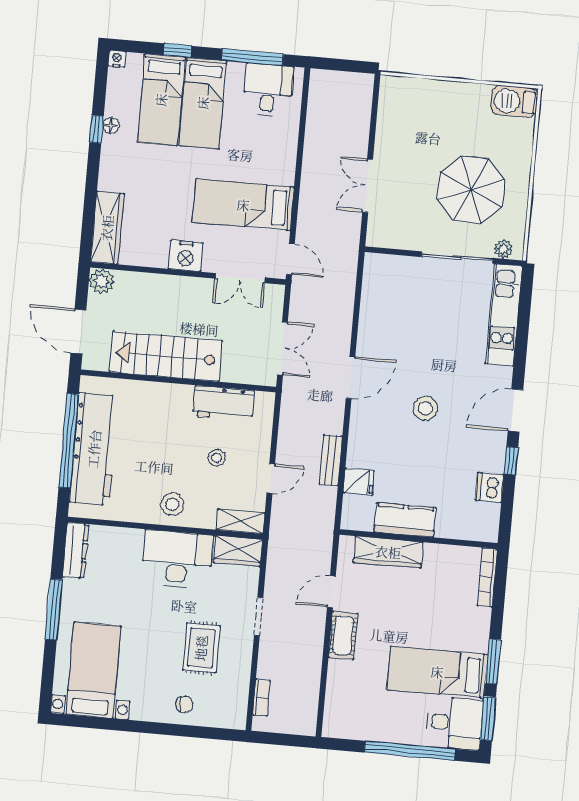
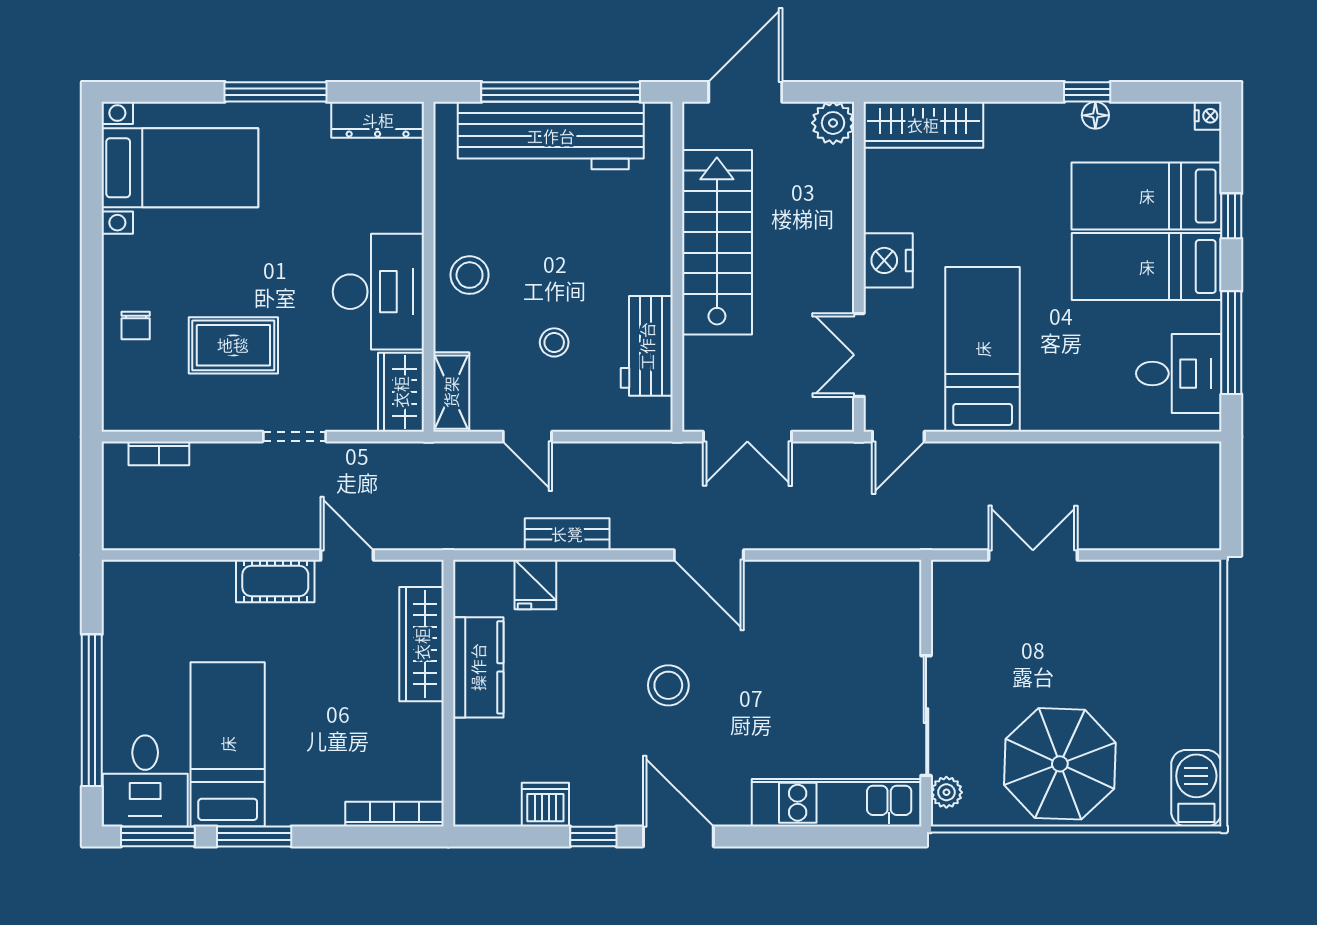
parasol: (471, 190) -> (1060, 764), moved

